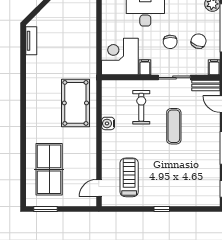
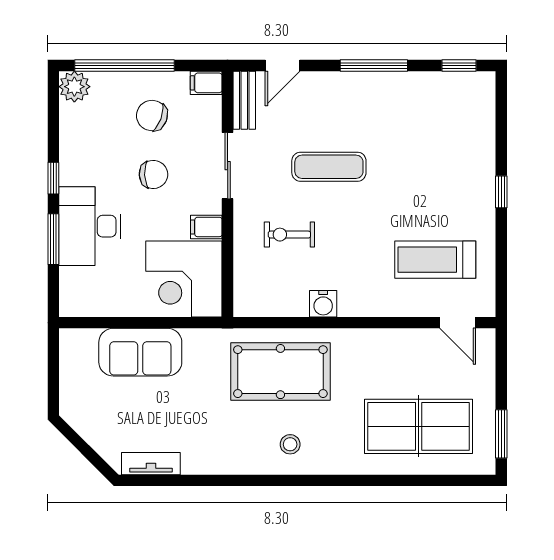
sofa: (85, 36) -> (140, 352), added
exercise bike: (141, 107) -> (289, 235), width x0.73, depth x0.72
stool: (40, 108) -> (290, 444), added

